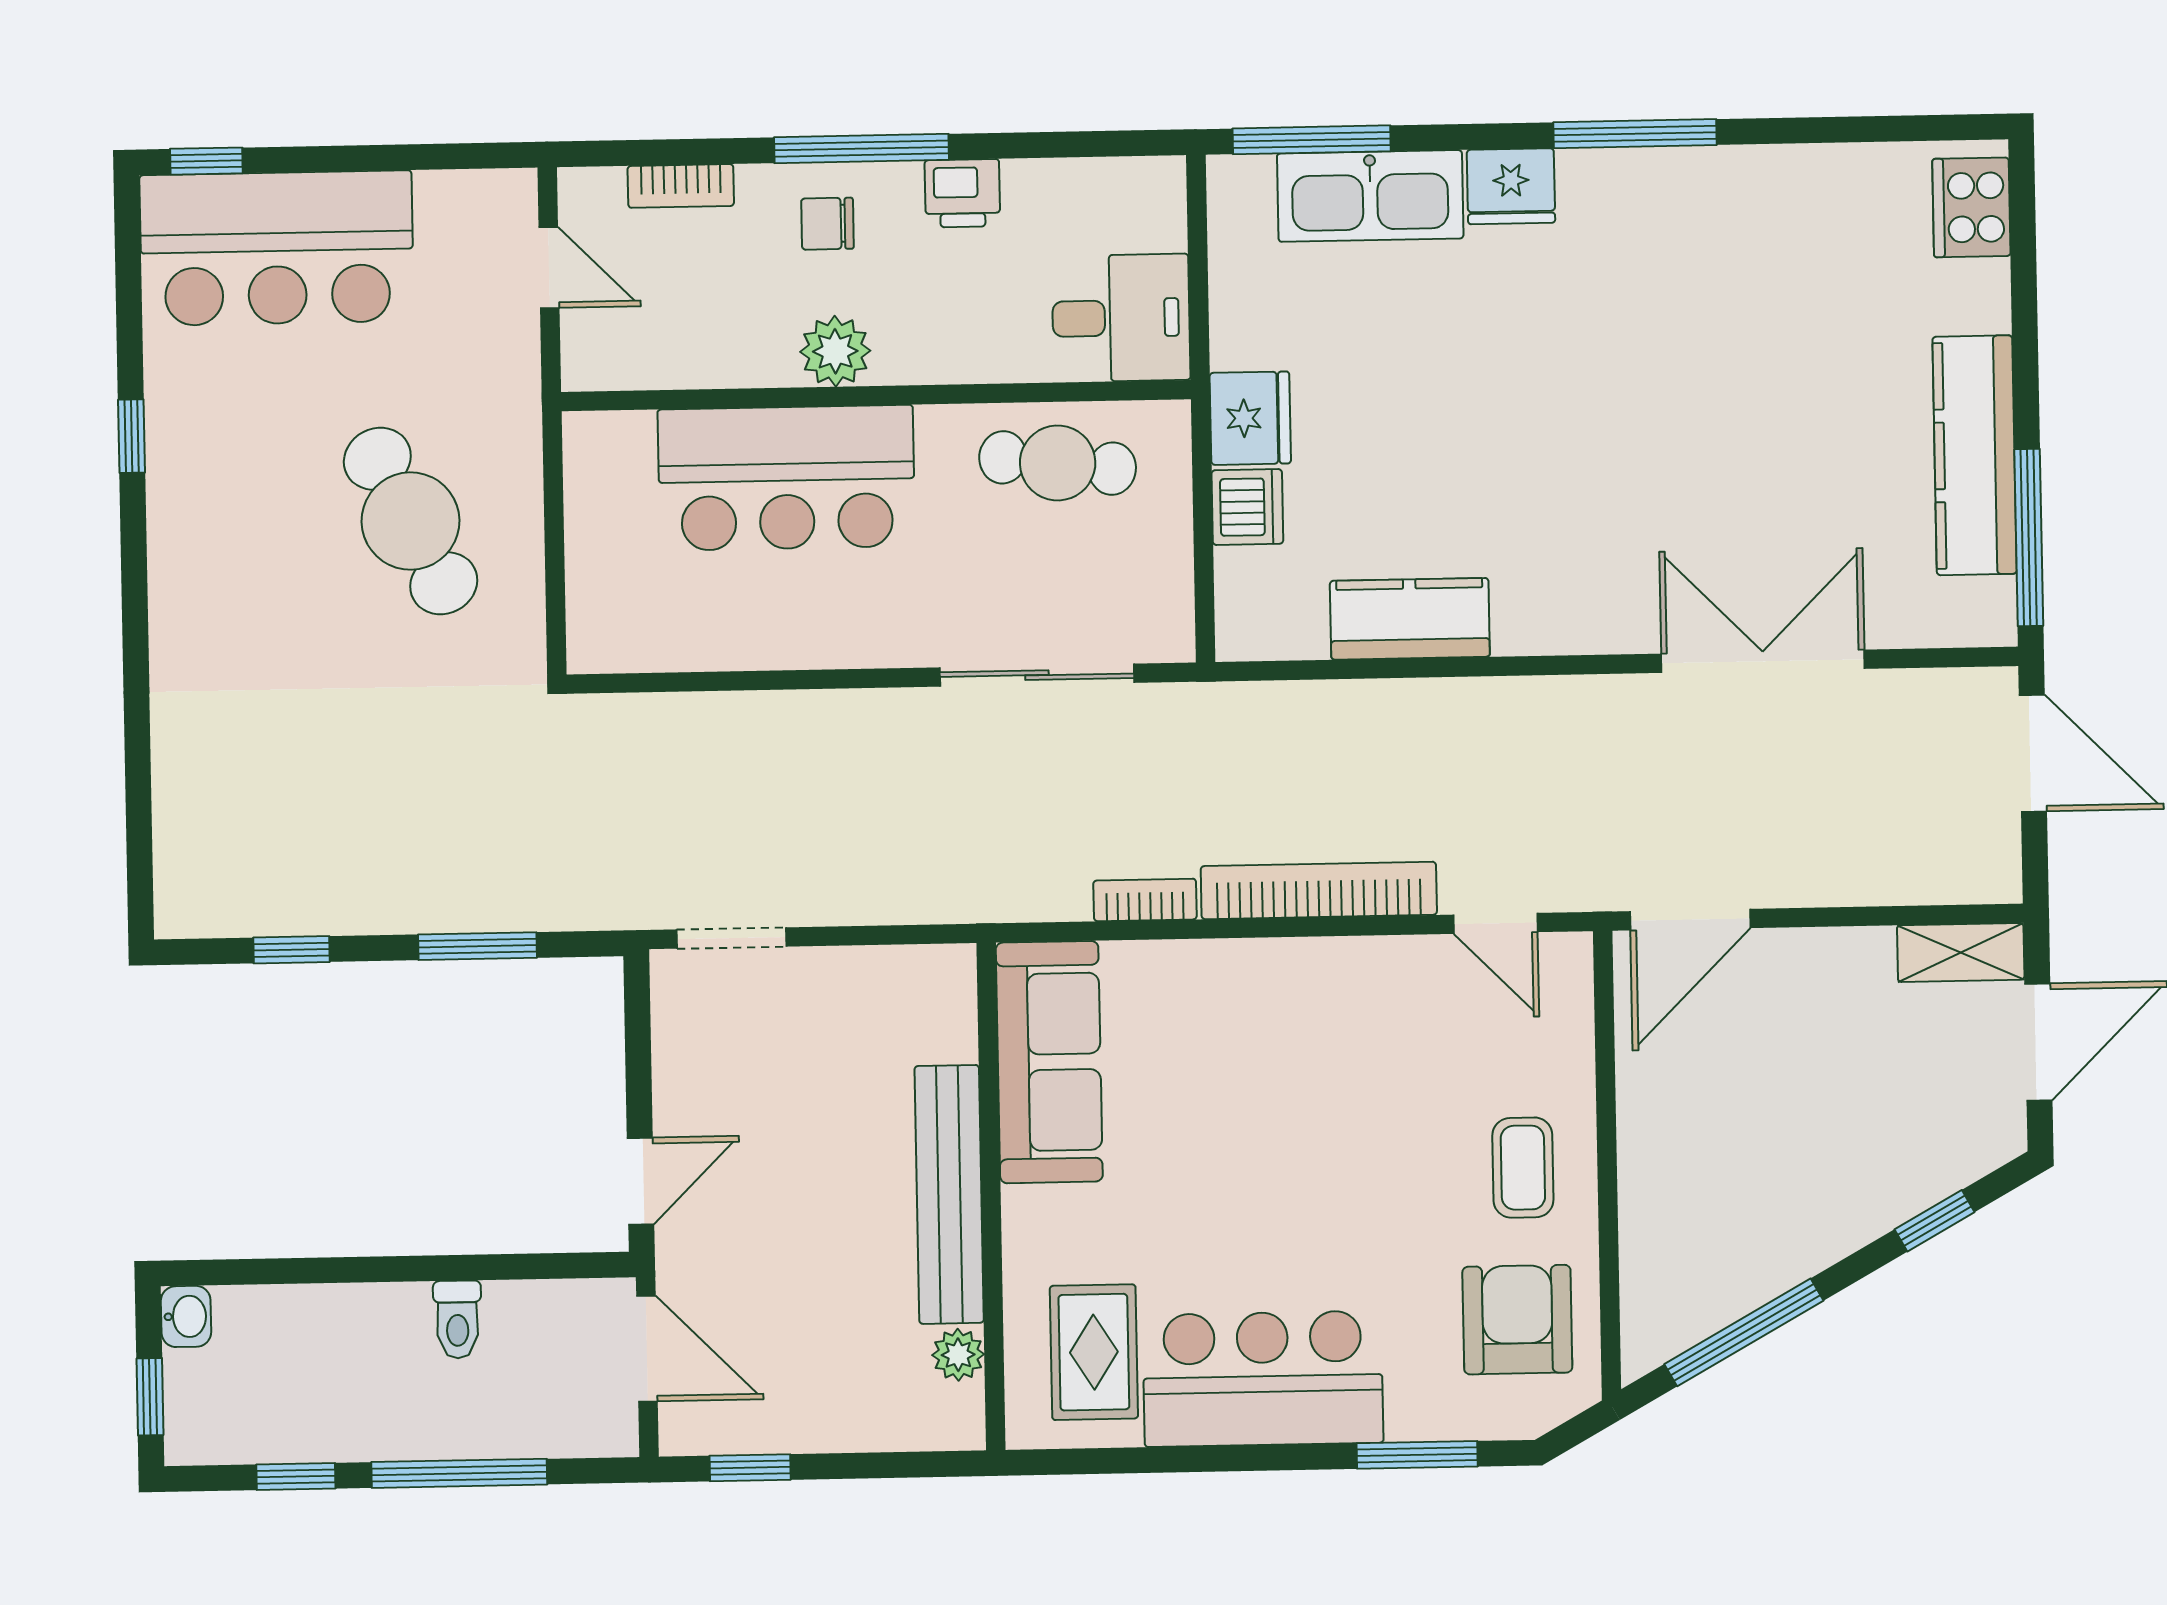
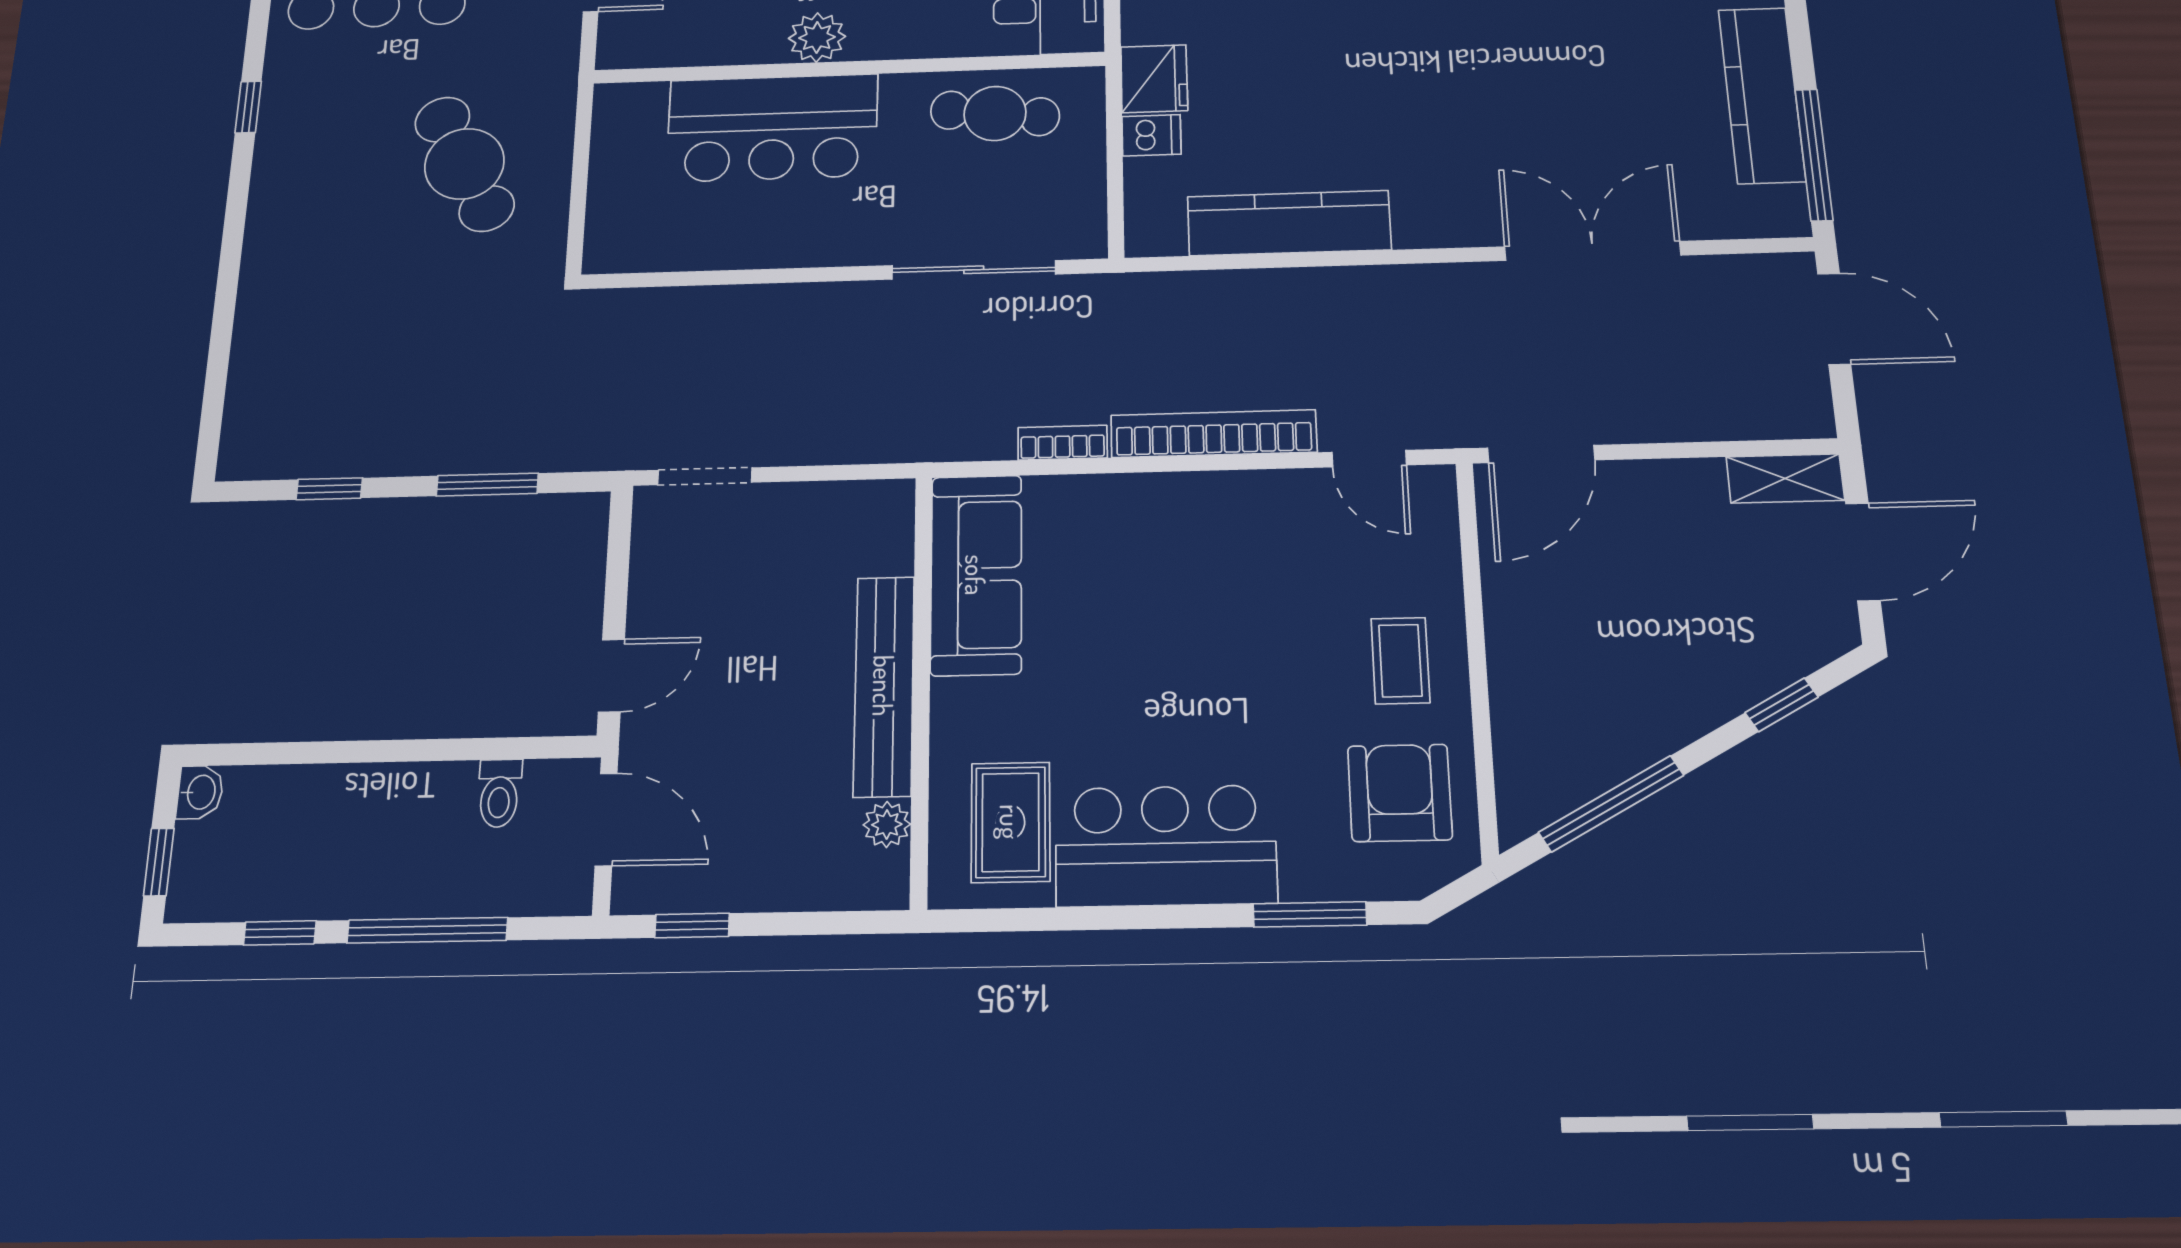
dishwasher: (1247, 507) -> (1151, 135), width x0.73
kitchen counter: (1410, 619) -> (1289, 223), width x1.50
toilet: (457, 1319) -> (499, 793), moved

